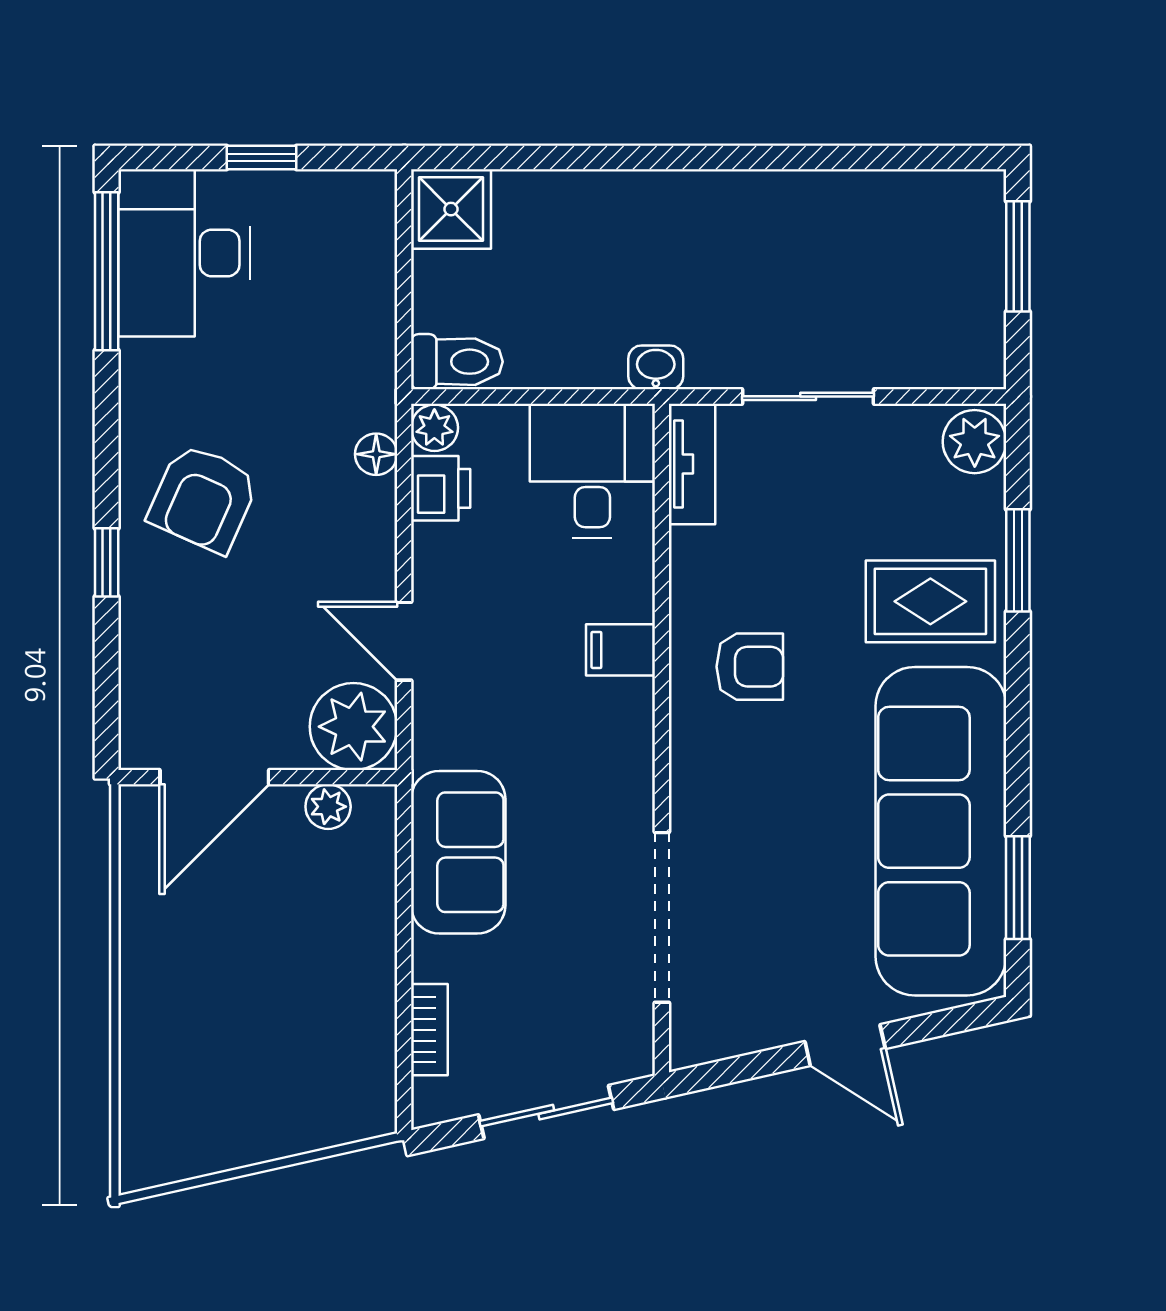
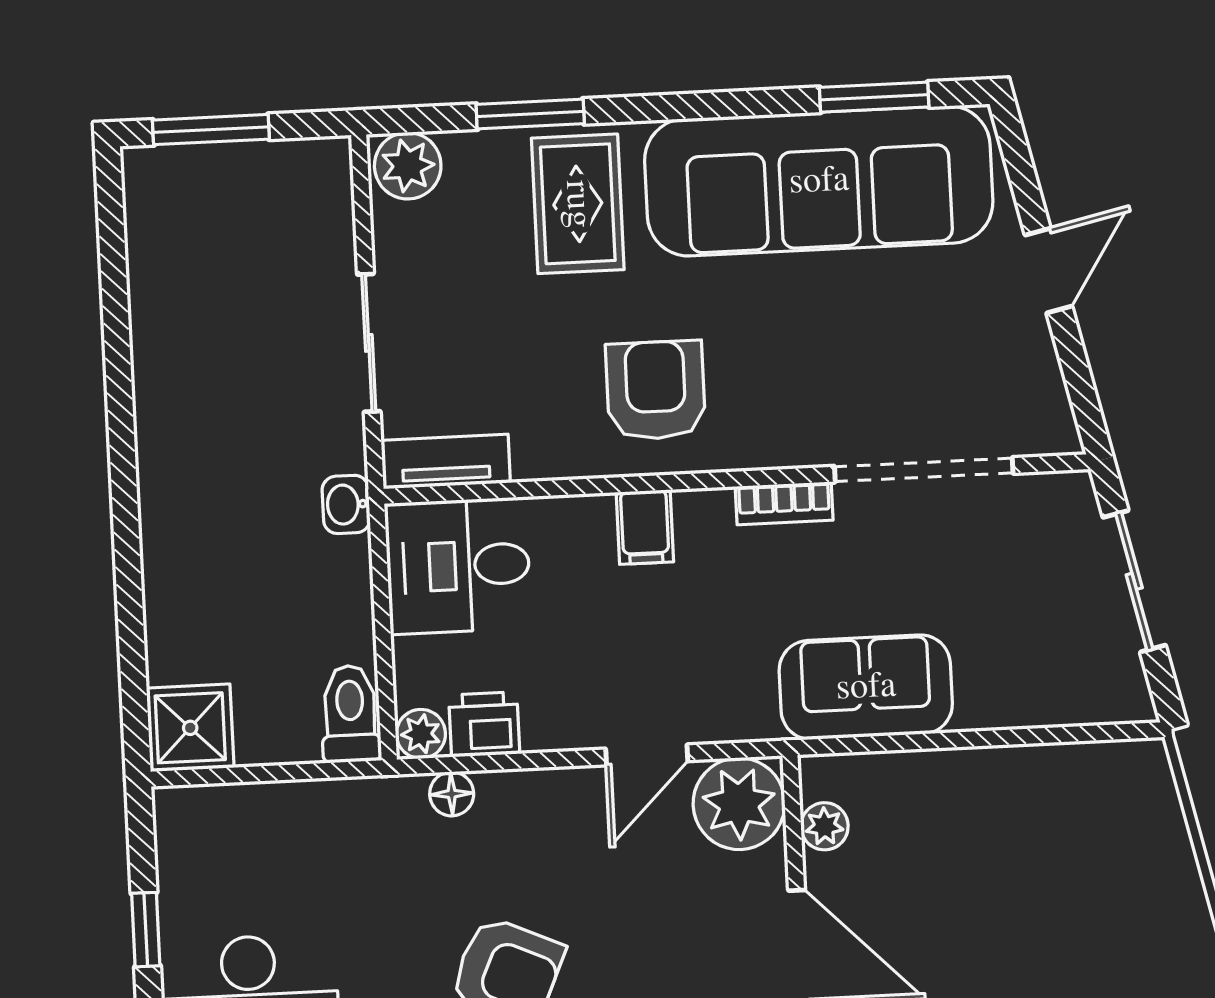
armchair: (750, 667) -> (656, 390), width x1.38, depth x1.38
bookcase: (429, 1030) -> (784, 503), moved, turned 180

